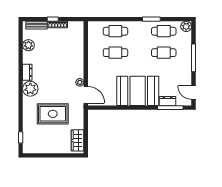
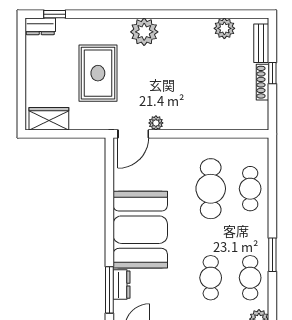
cafe table: (115, 53) -> (211, 189), width x1.37, depth x1.35
dresser: (27, 72) -> (40, 26), moved

